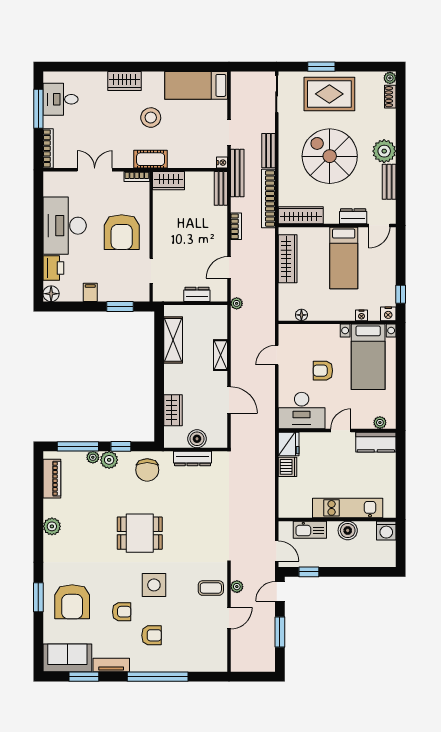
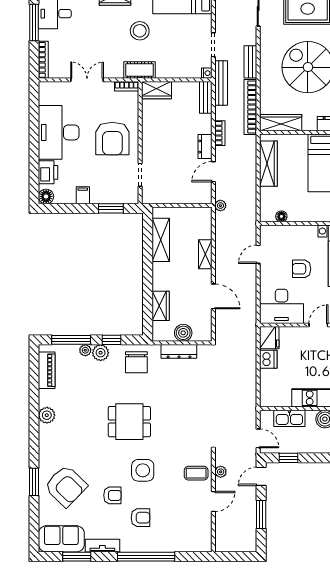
dresser: (197, 294) -> (205, 147), moved, turned -90
armchair: (72, 602) -> (66, 486), turned -46

